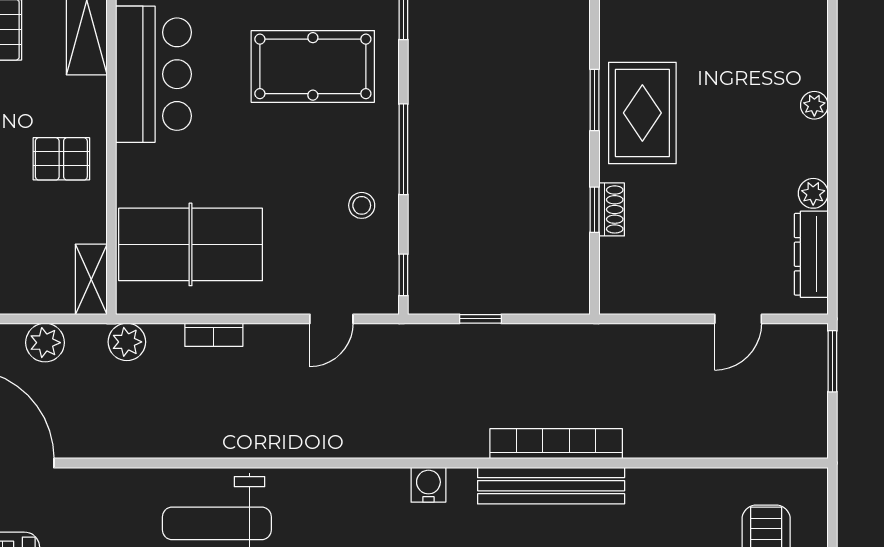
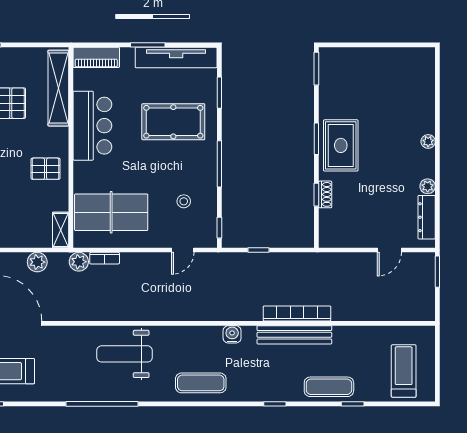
stool: (362, 205) -> (184, 201), moved
bookcase: (214, 335) -> (105, 258), moved

